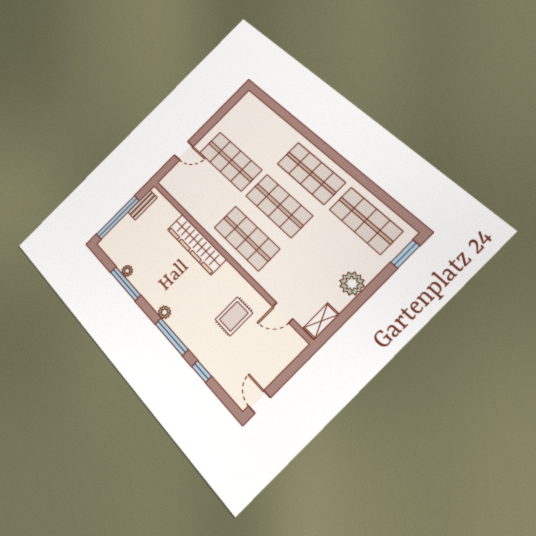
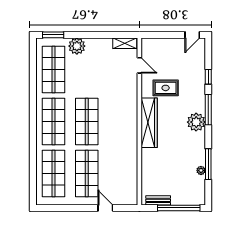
shop shelf: (247, 238) -> (53, 173), moved
wardrobe: (197, 244) -> (149, 123), moved
plant: (352, 283) -> (77, 46), moved
plant: (164, 312) -> (196, 122), width x1.87, depth x1.87

